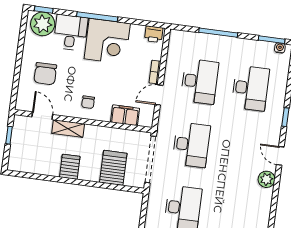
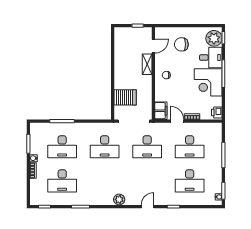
filing cabinet: (125, 115) -> (161, 111), moved
server rack: (70, 167) -> (122, 69), removed
plant: (266, 179) -> (119, 199), moved

